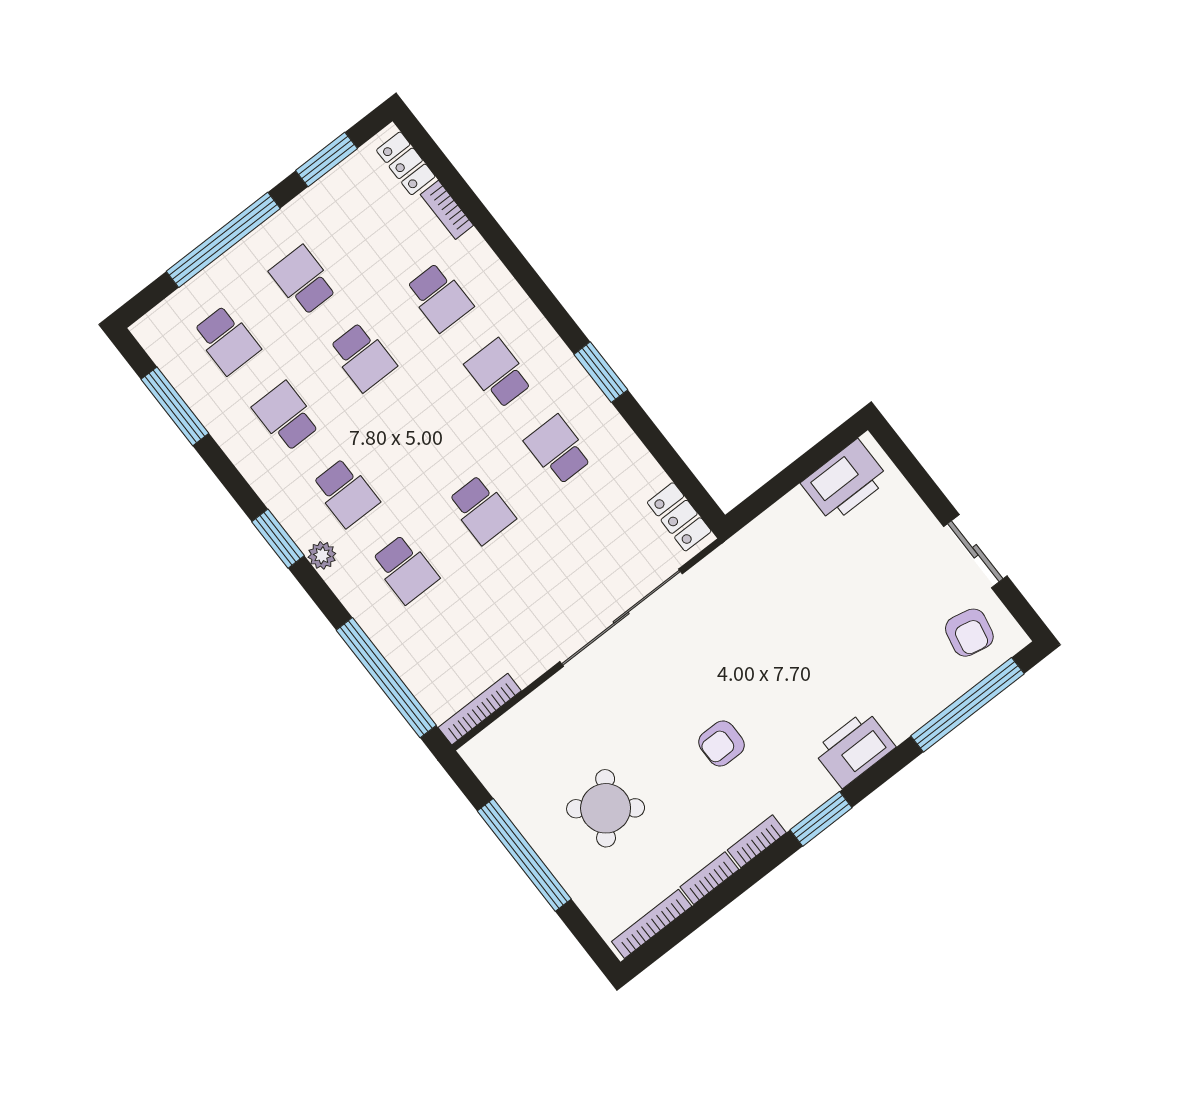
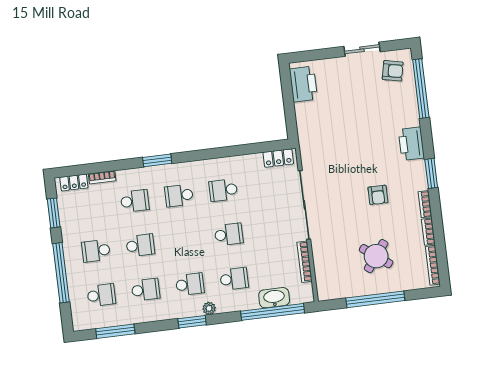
window: (601, 372) -> (157, 160), moved
school desk: (286, 416) -> (146, 290), turned 180
washbasin: (414, 665) -> (274, 298), added
bookcase: (480, 709) -> (305, 262), moved

